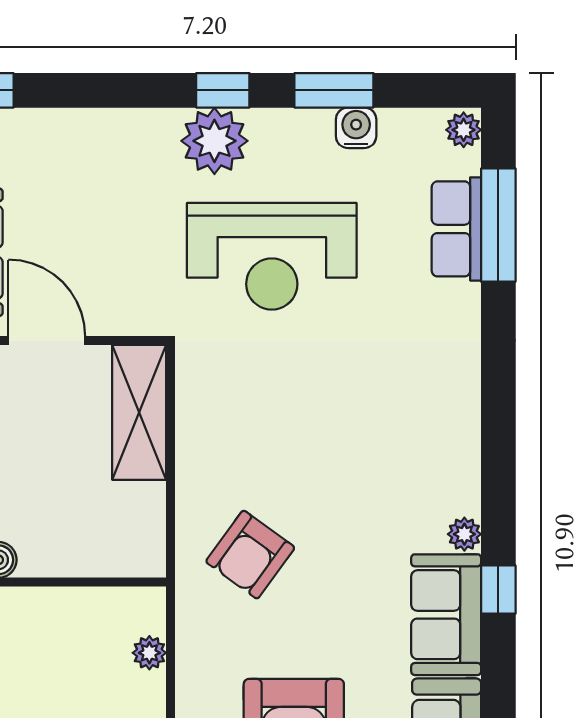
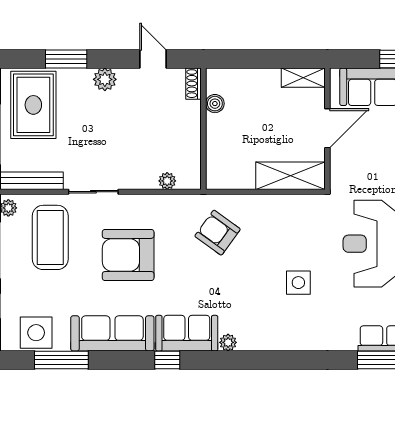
side table: (348, 397) -> (298, 283), added
window: (498, 590) -> (167, 360), moved

